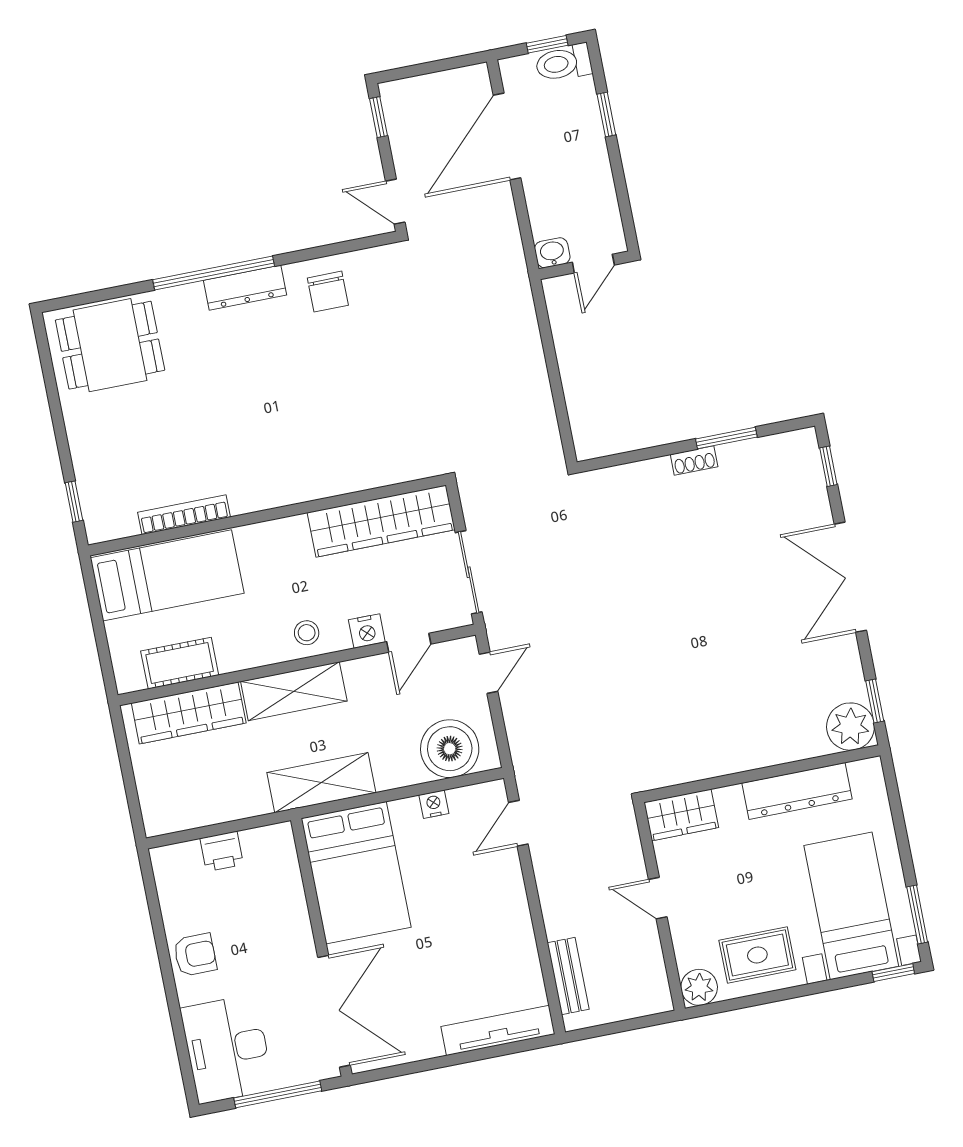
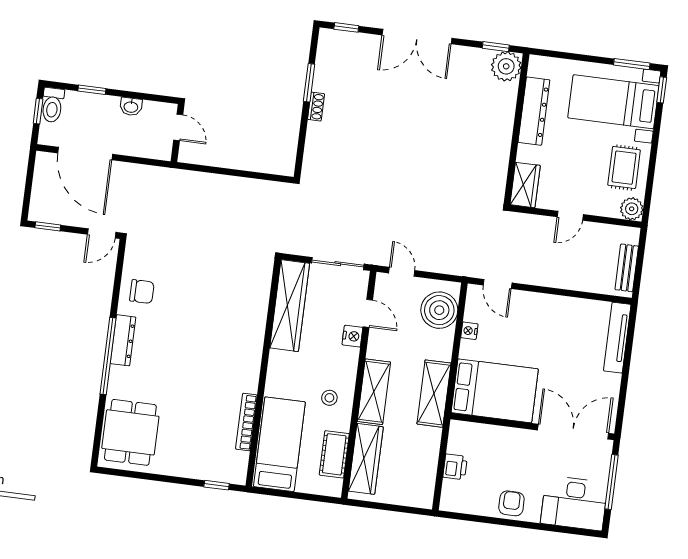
washbasin: (552, 253) -> (131, 107), moved, turned -90
stool: (307, 633) -> (329, 398), moved
bench: (568, 976) -> (627, 268), moved, turned 90

